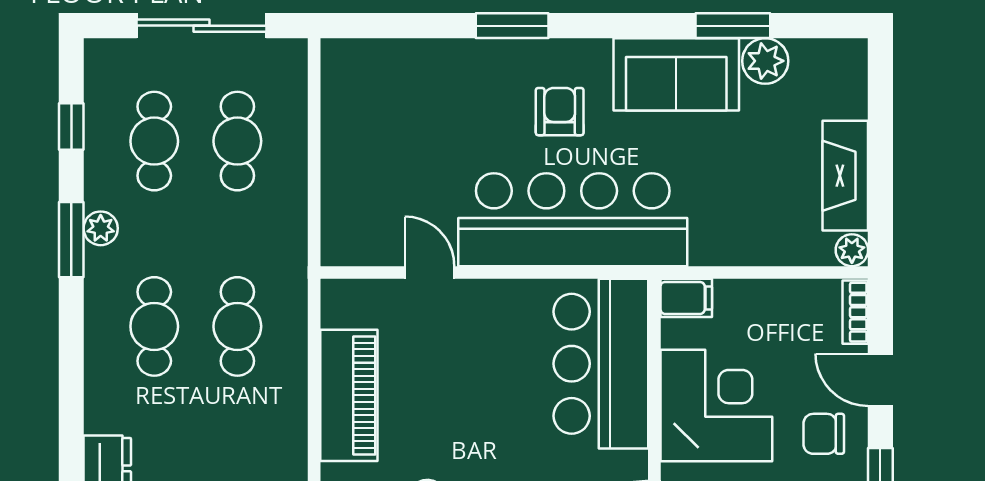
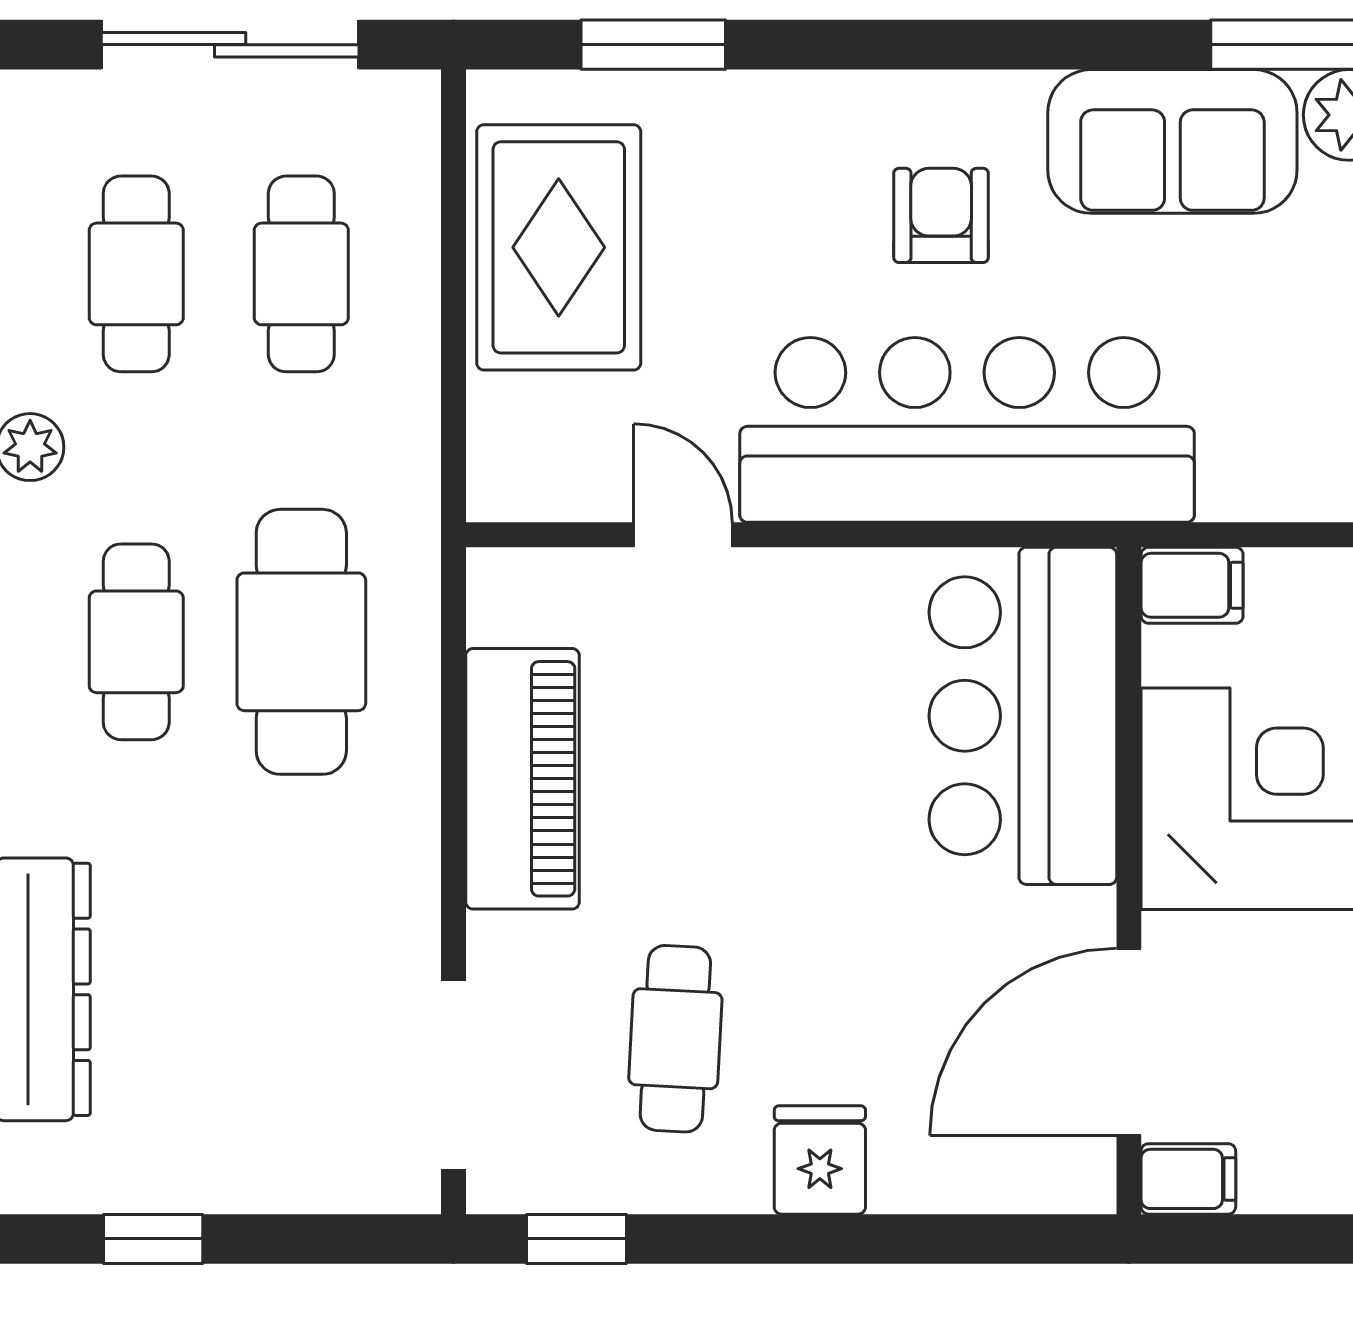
window: (512, 26) -> (653, 45), moved
rug: (367, 128) -> (559, 247), added
cafe table: (237, 326) -> (301, 642), width x1.37, depth x1.35

